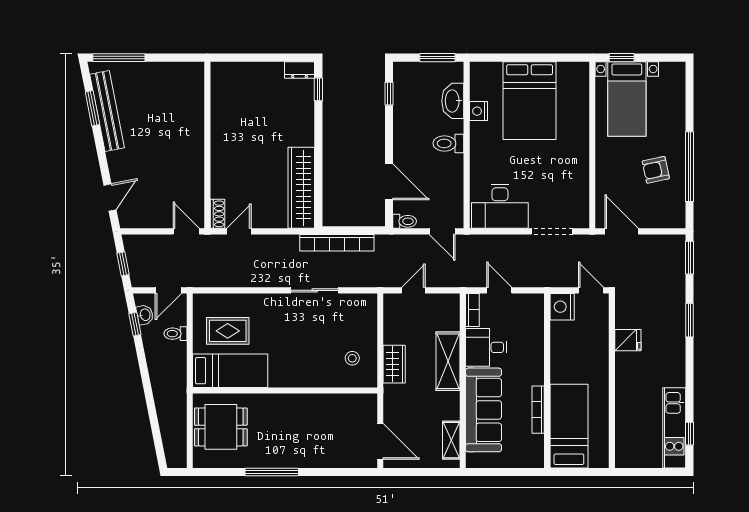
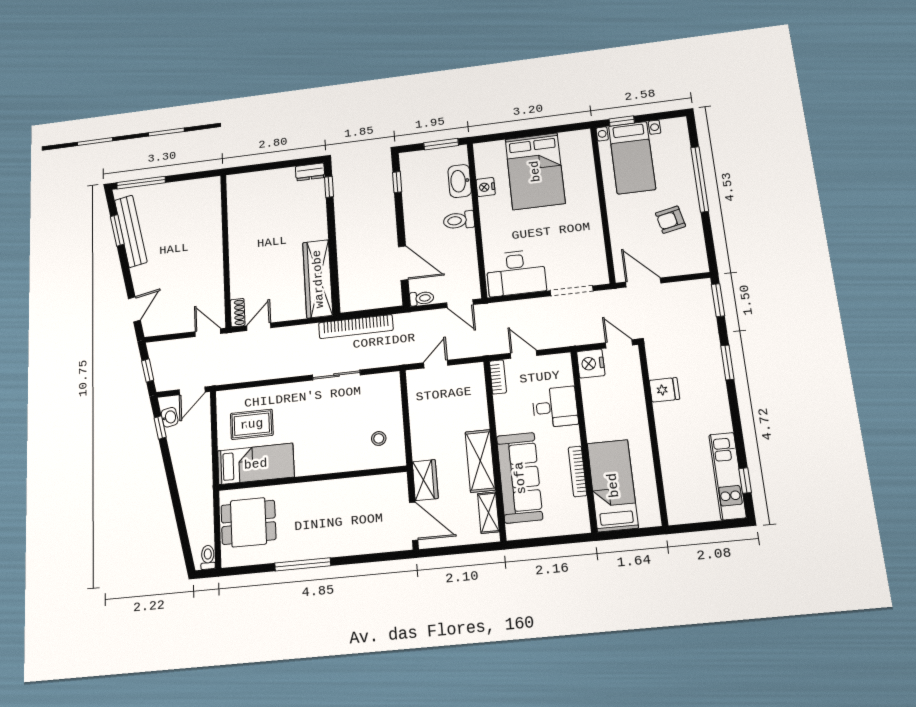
window: (690, 167) -> (700, 179), moved
toilet: (175, 334) -> (208, 557), moved, turned 90
desk: (486, 347) -> (555, 407), moved, turned 180
shelving: (448, 361) -> (480, 461), moved
wardrobe: (394, 364) -> (425, 480), moved

